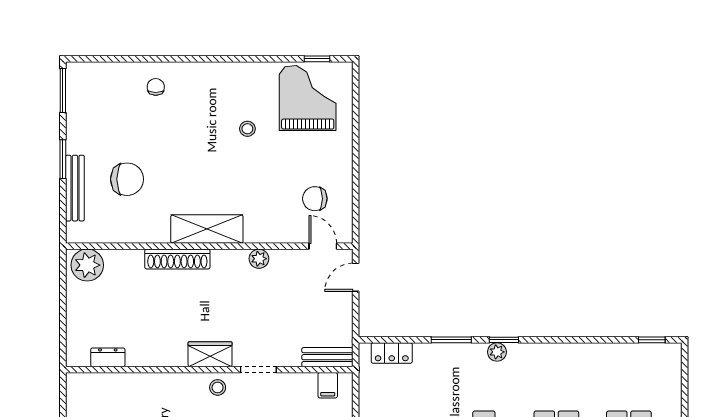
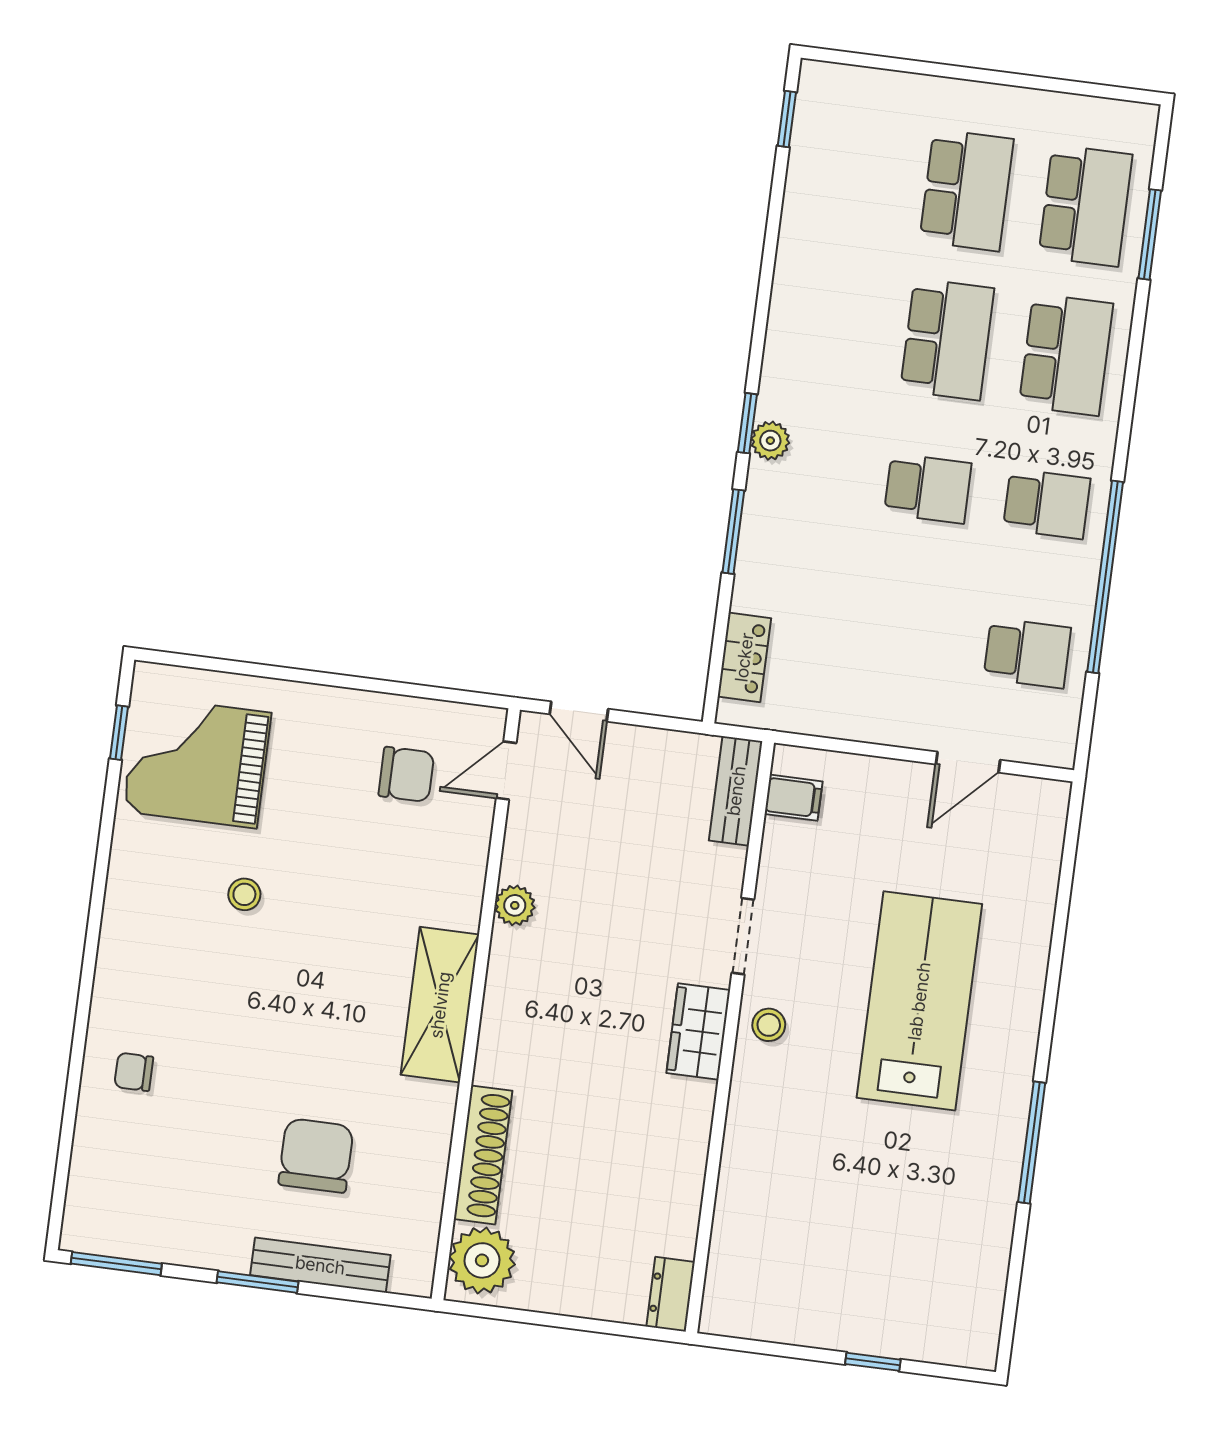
chair: (315, 199) -> (406, 774), turned -90
shoe rack: (177, 259) -> (483, 1155), moved
dresser: (108, 357) -> (671, 1294), moved

